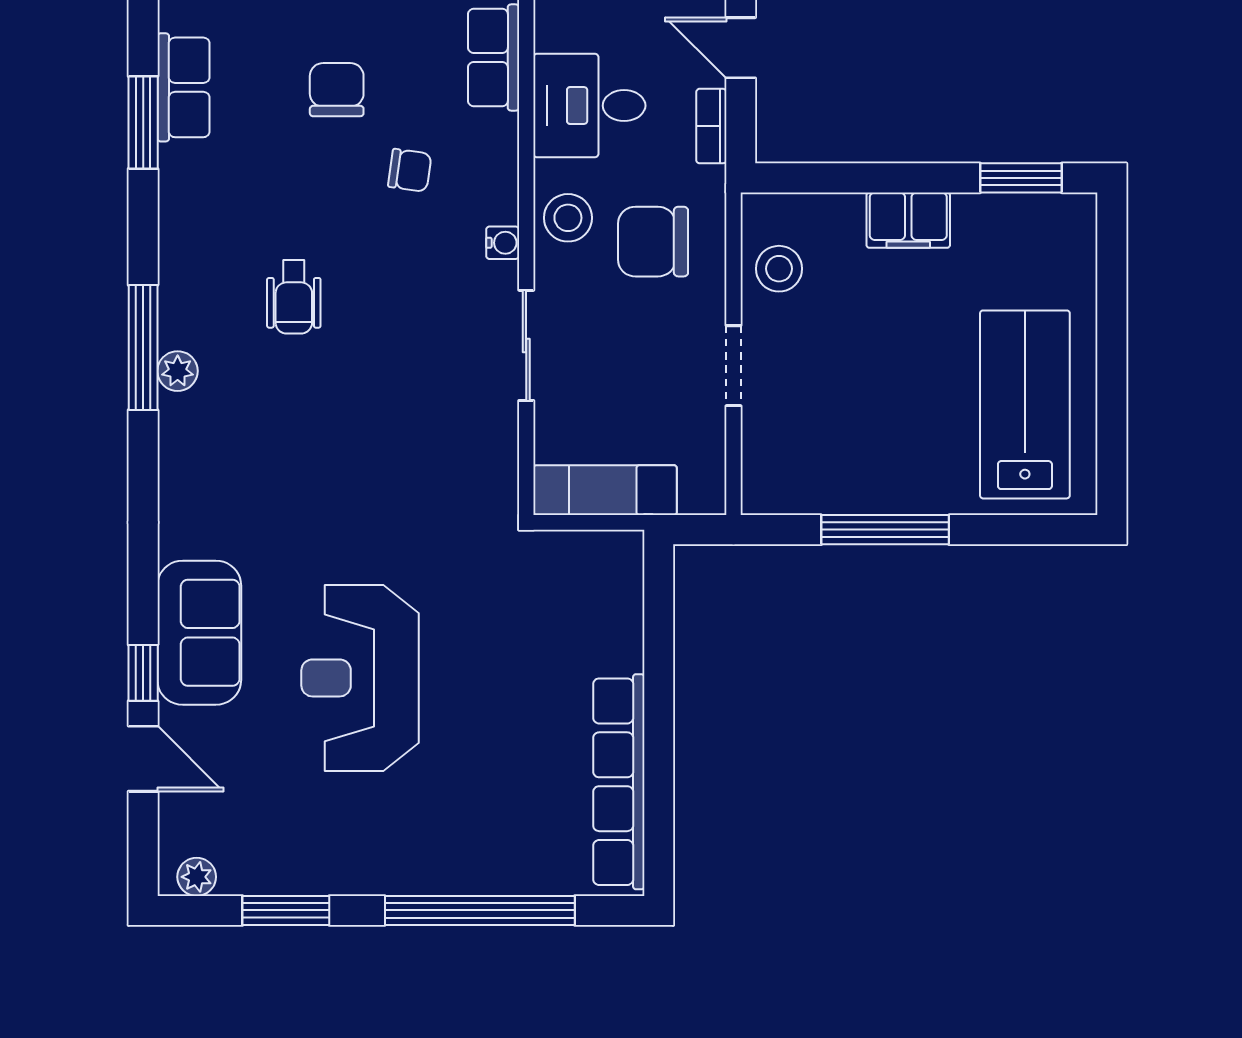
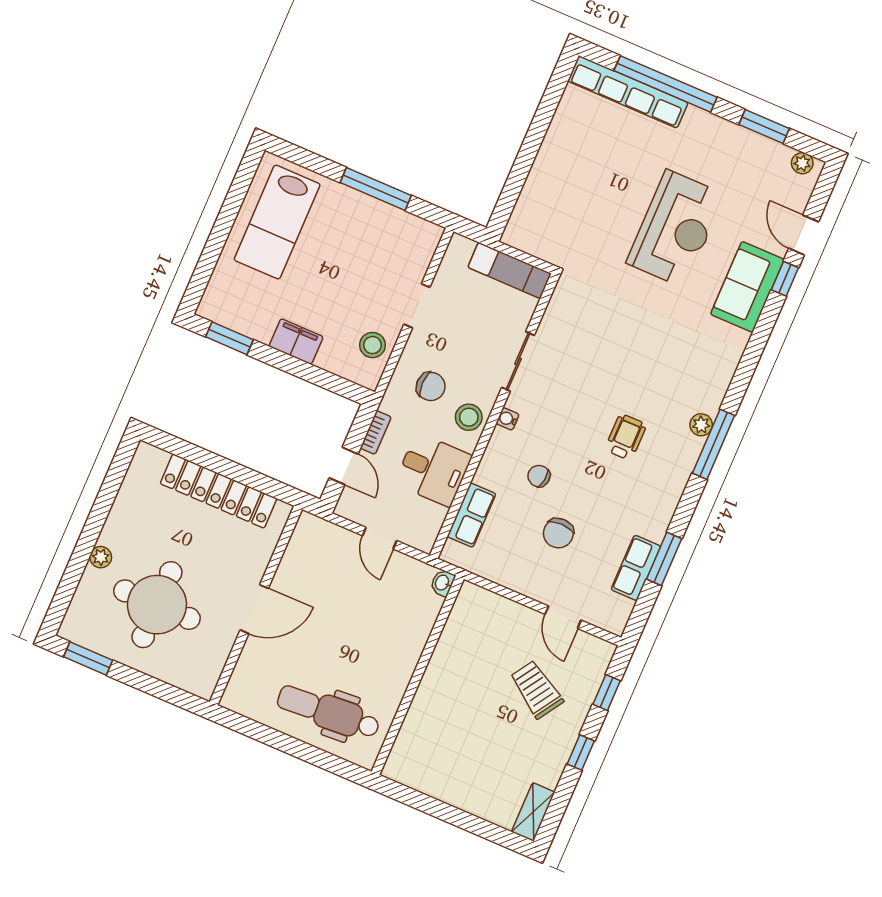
chair: (653, 242) -> (431, 386), width x0.73, depth x0.73
row of seats: (619, 782) -> (628, 92), moved, turned 90

